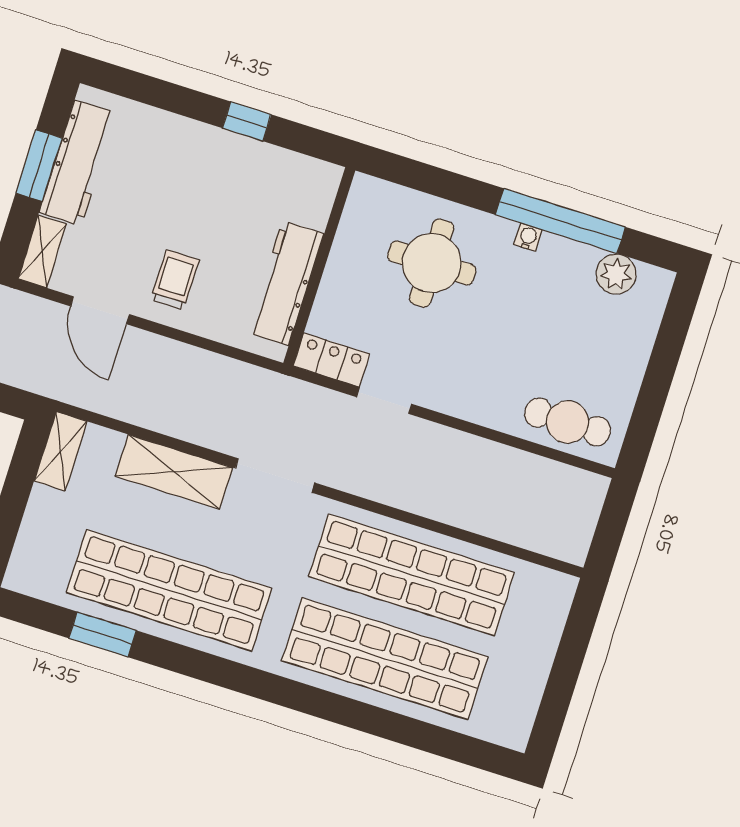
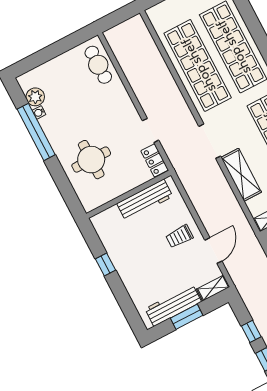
water cooler: (528, 237) -> (39, 112), moved

